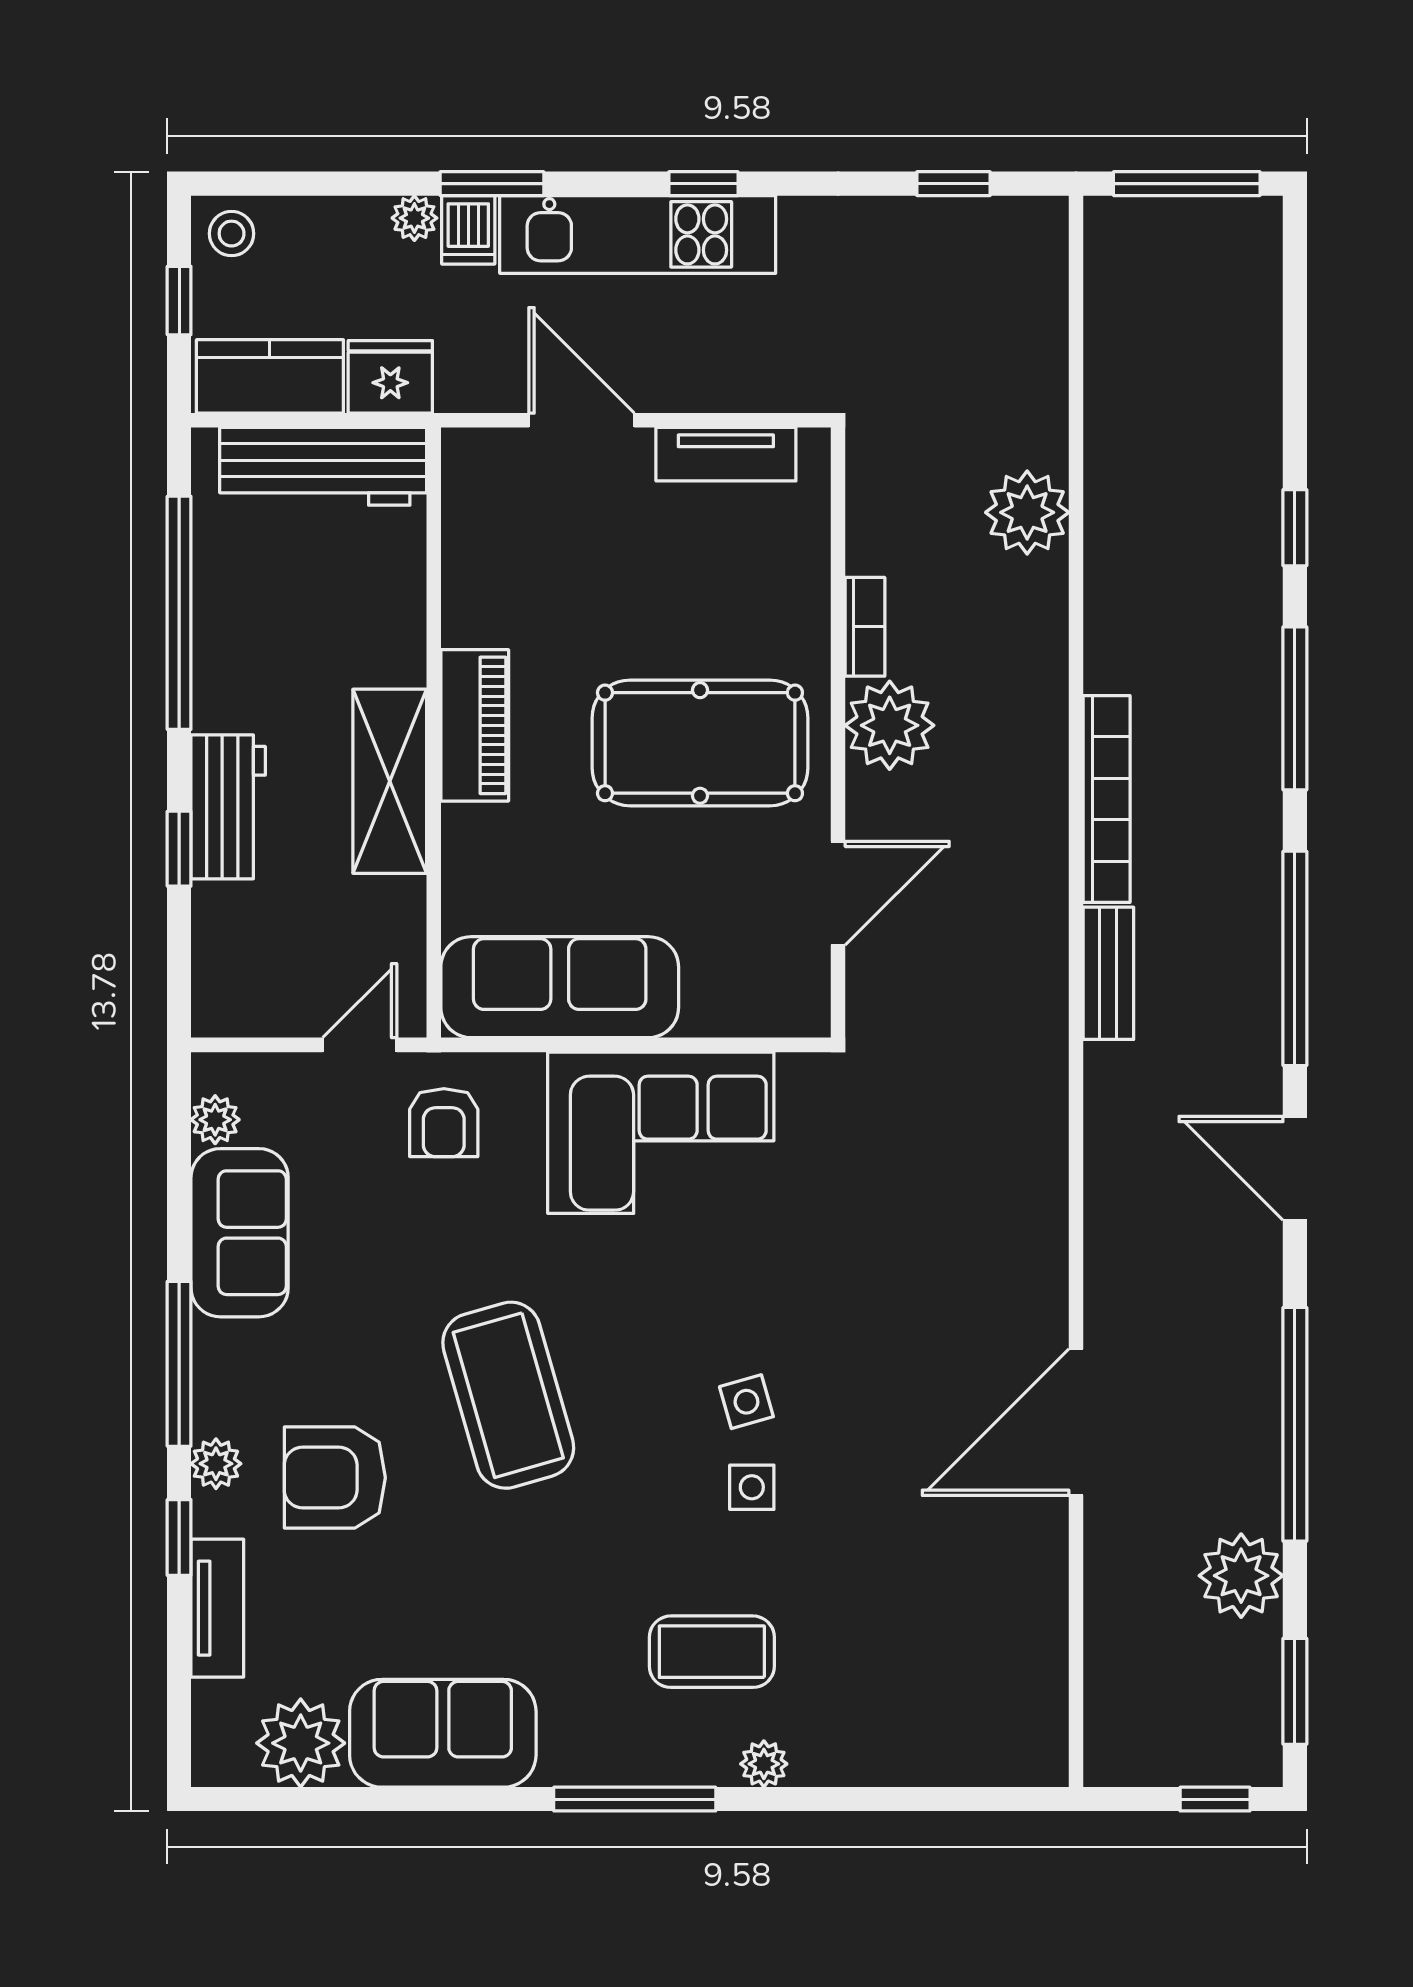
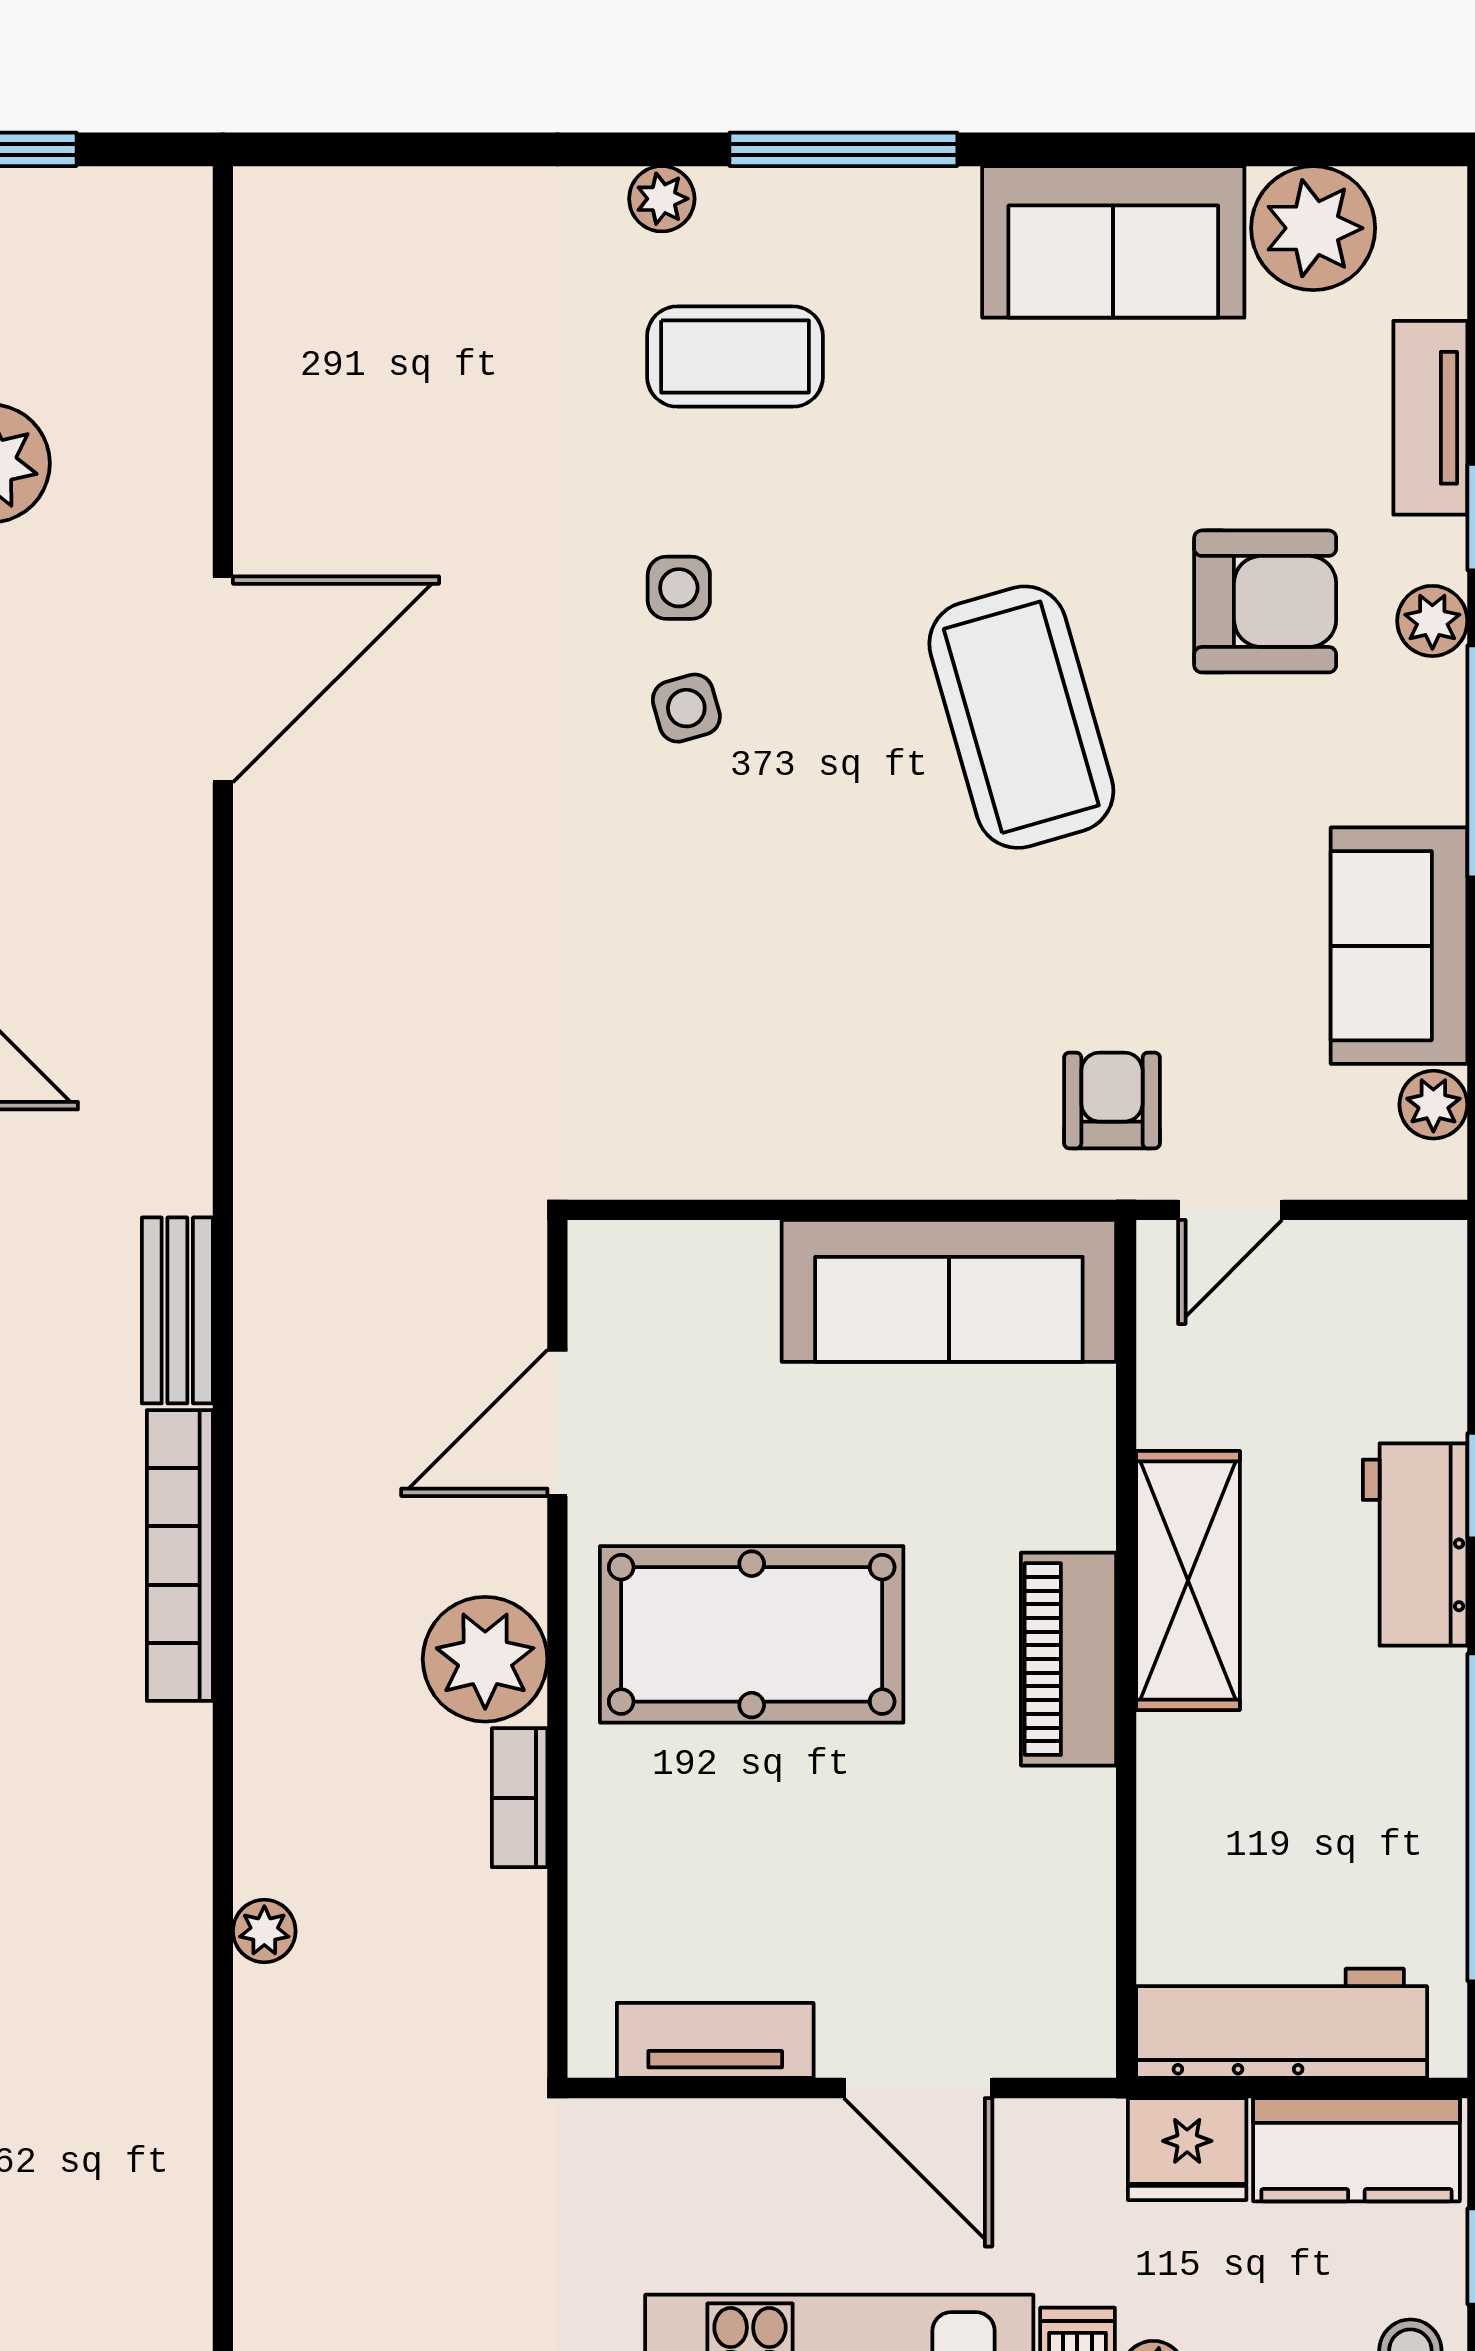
plant: (1027, 512) -> (264, 1931), width x0.53, depth x0.53
corner sofa: (661, 1133) -> (807, 1086), removed

